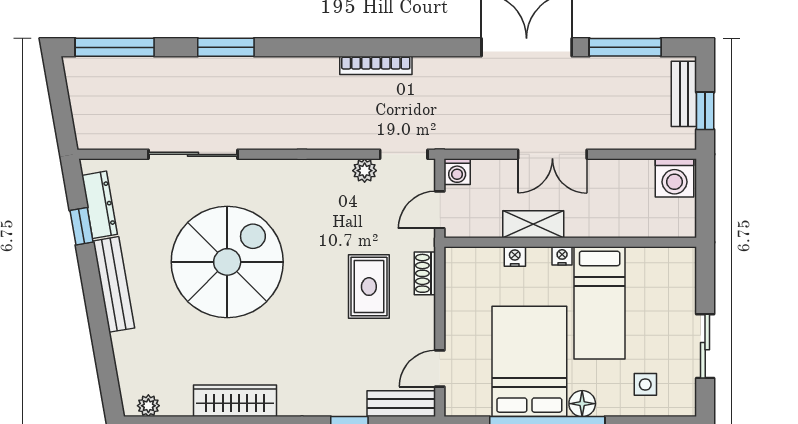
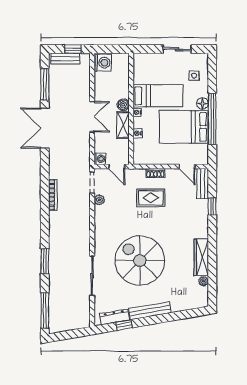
boiler: (579, 224) -> (123, 105), added
shoe rack: (425, 273) -> (155, 173), moved
plant: (148, 406) -> (203, 281), moved

